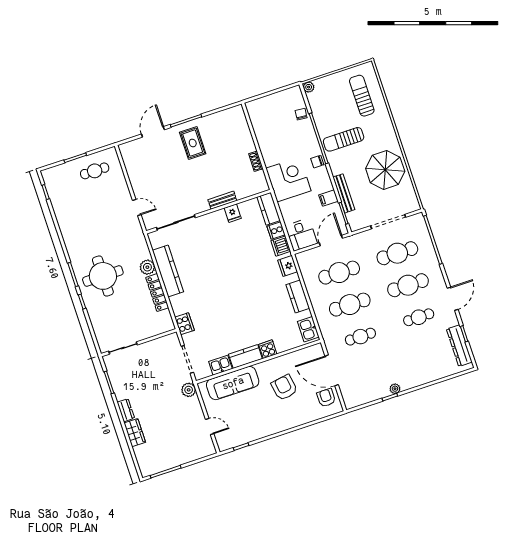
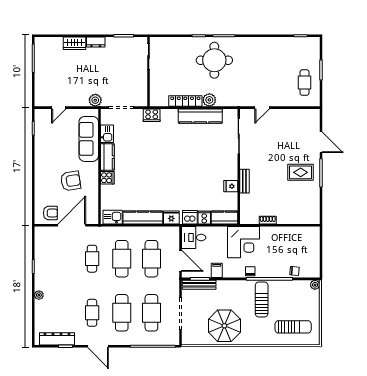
bench: (344, 193) -> (199, 285), moved
kitchen counter: (298, 297) -> (143, 217), width x1.50
plant: (395, 389) -> (39, 295), moved

